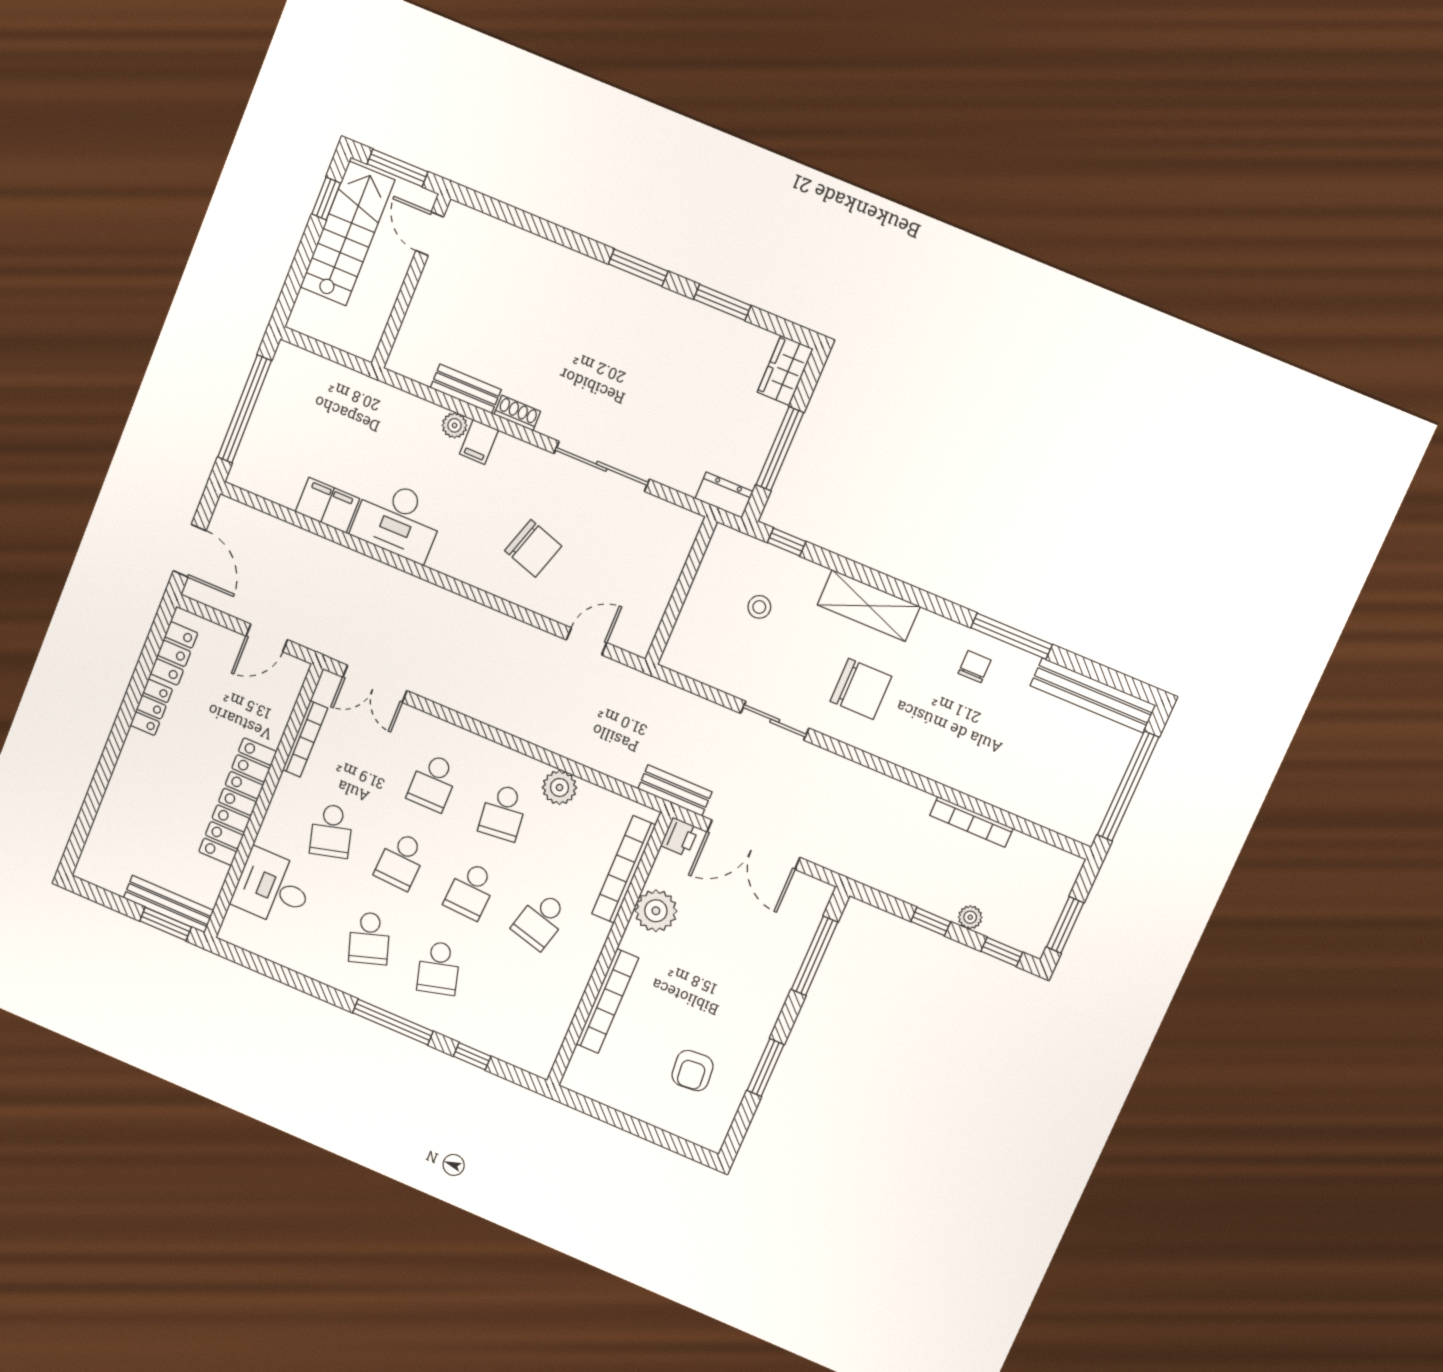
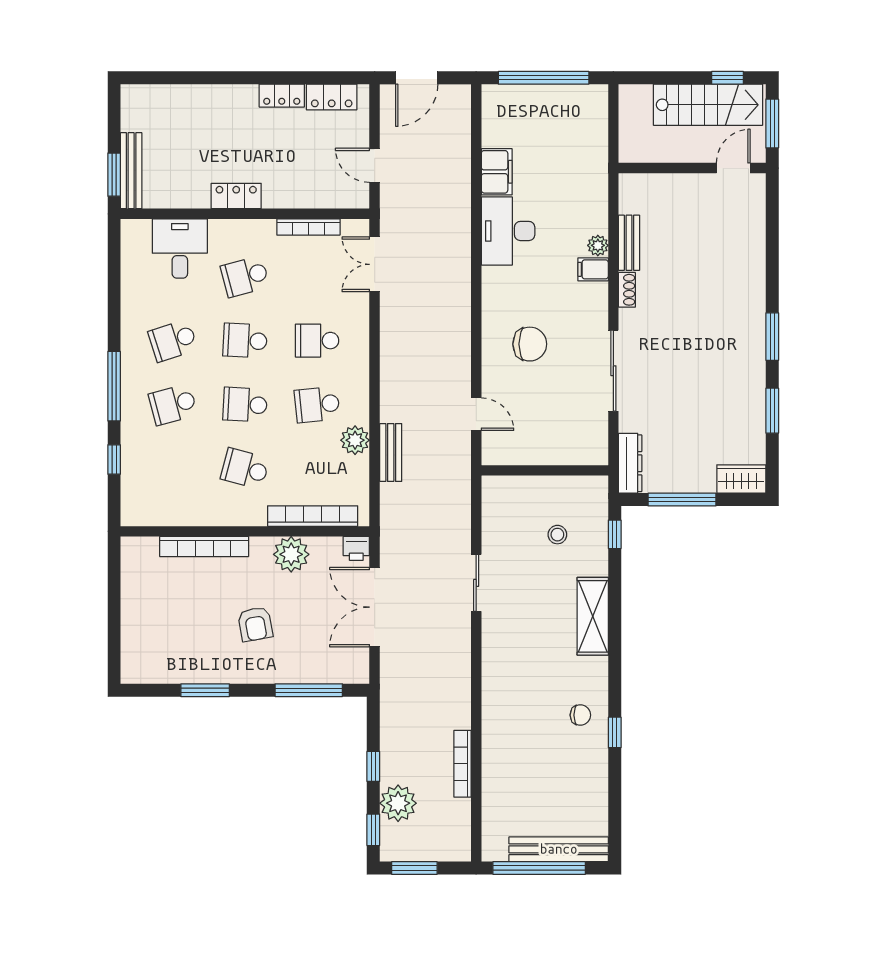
dresser: (724, 495) -> (630, 463), width x1.44
chair: (533, 548) -> (530, 344), turned -108
window: (1011, 636) -> (615, 732), width x0.46
chair: (861, 689) -> (528, 637), removed
bench: (1093, 695) -> (559, 849), moved, turned 90
bench: (675, 790) -> (391, 452), moved
locker: (238, 802) -> (236, 196), width x0.46, depth x0.83
plant: (970, 917) -> (398, 803), width x1.87, depth x1.87
armchair: (692, 1071) -> (255, 624), moved, turned -95

